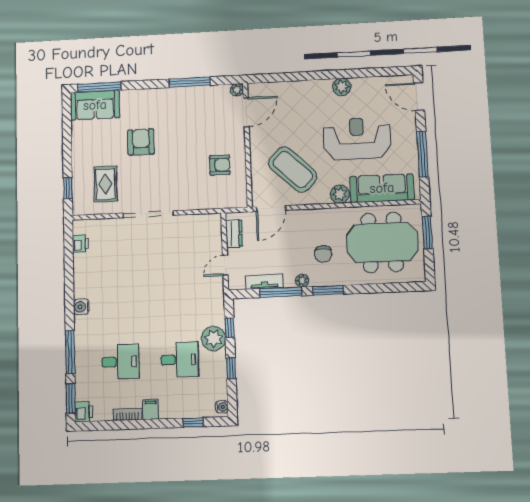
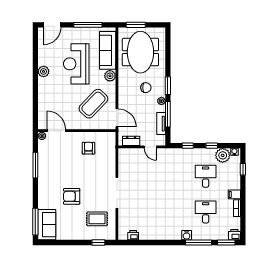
water cooler: (81, 307) -> (187, 235), moved
plant: (214, 339) -> (223, 155), moved

